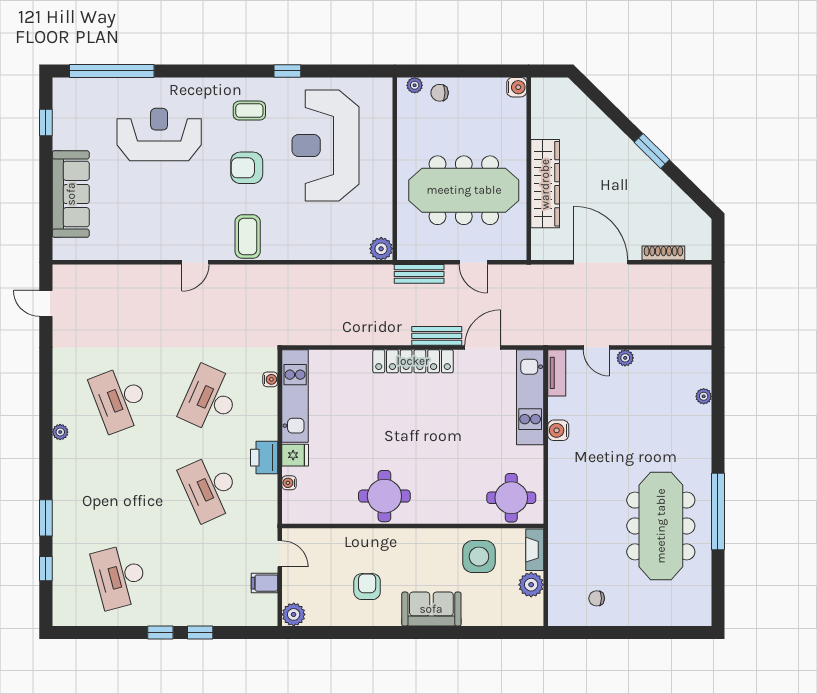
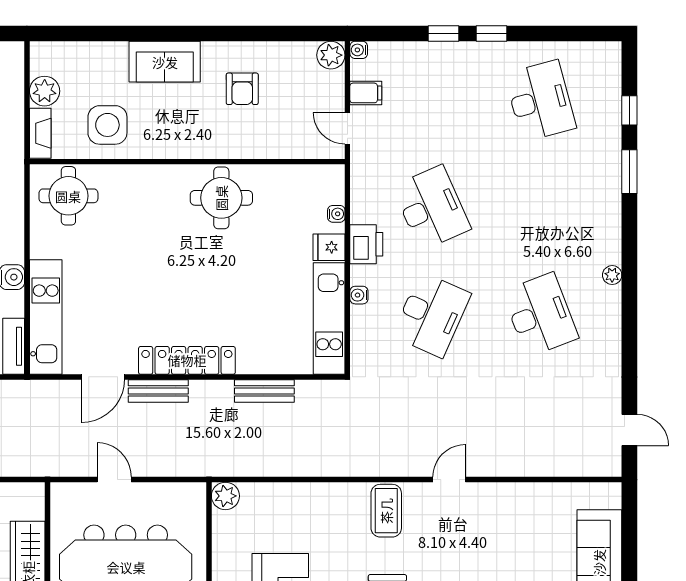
bench: (419, 274) -> (264, 391), moved
water cooler: (270, 379) -> (359, 295), moved
water cooler: (270, 619) -> (359, 50), added

